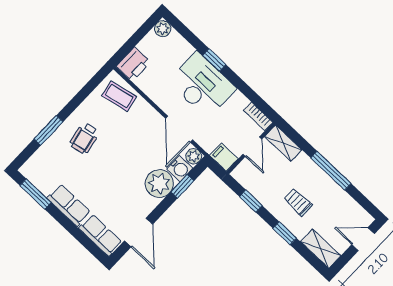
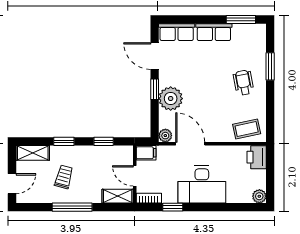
window: (214, 60) -> (173, 207), moved
water cooler: (180, 169) -> (167, 120), removed
window: (182, 186) -> (155, 89), moved
trolley: (298, 202) -> (64, 177), moved, turned -75

